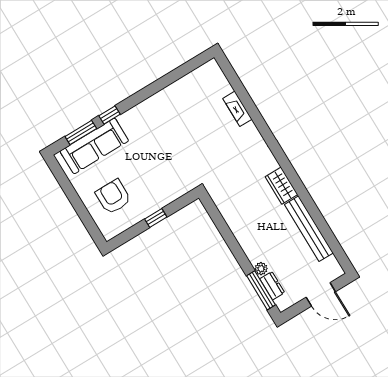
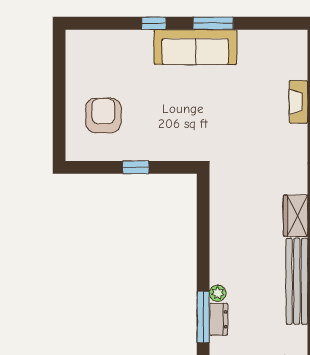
window: (81, 132) -> (213, 23), moved
sofa: (94, 146) -> (195, 47), moved

